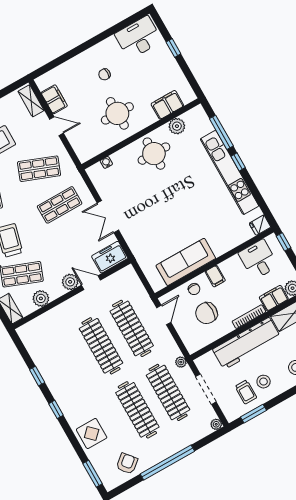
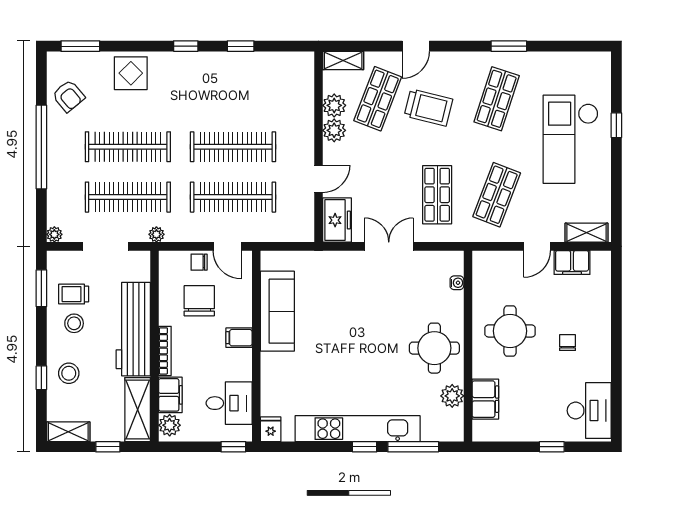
plant: (70, 282) -> (334, 130), moved
chair: (194, 289) -> (199, 262), moved

